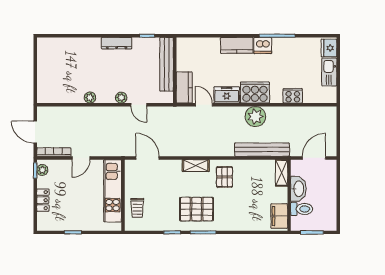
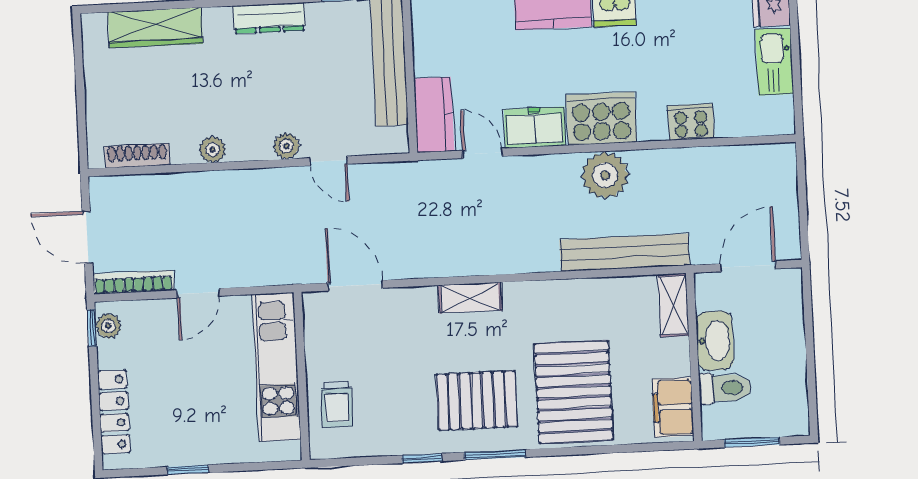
wardrobe: (68, 45) -> (155, 28), added
shoe rack: (58, 99) -> (137, 156), added
pallet: (224, 177) -> (574, 392), moved, width x2.05, depth x2.00
locker: (43, 200) -> (114, 412), width x1.53

